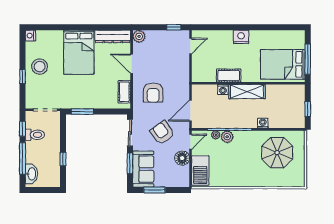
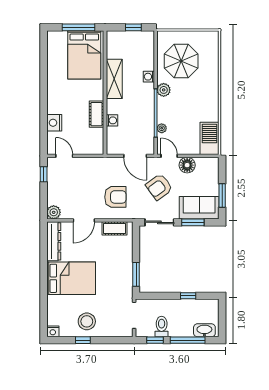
nightstand: (241, 37) -> (54, 123), moved
window: (23, 77) -> (83, 340), moved
shelving: (247, 92) -> (114, 79), moved
plant: (227, 137) -> (164, 90), moved
barbecue: (200, 171) -> (210, 138), moved, turned -90

